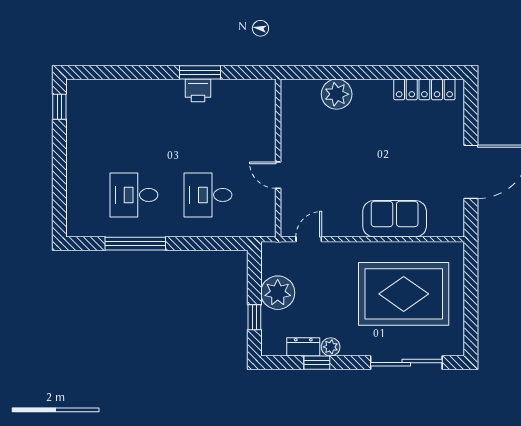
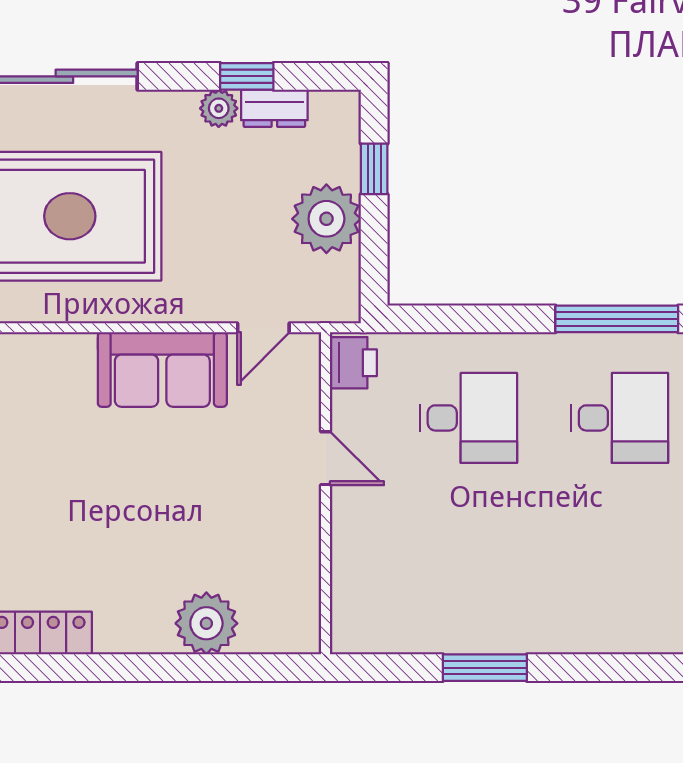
printer: (198, 90) -> (353, 363), moved, turned 90
sofa: (395, 219) -> (162, 369), moved

